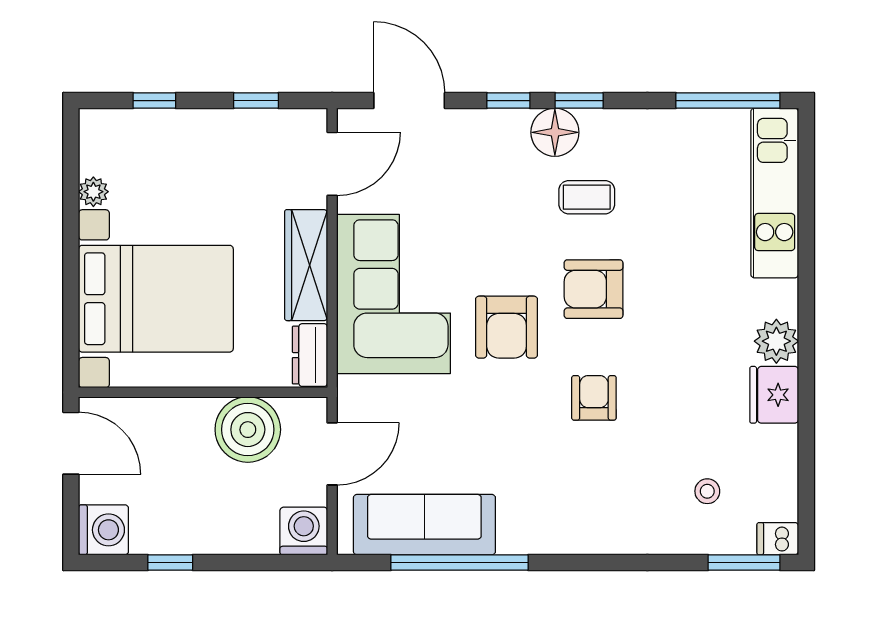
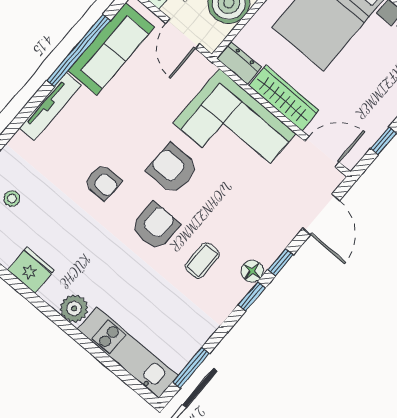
door: (409, 101) -> (321, 214), hinge flipped
window: (728, 101) -> (191, 368), width x0.69
floor lamp: (555, 132) -> (252, 271), width x0.73, depth x0.73
door: (332, 164) -> (322, 152), swing flipped
plant: (776, 341) -> (74, 308), moved
tv unit: (556, 539) -> (50, 107), added

